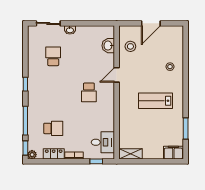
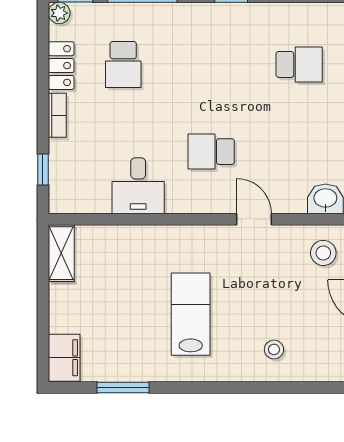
desk: (103, 142) -> (138, 186), moved

